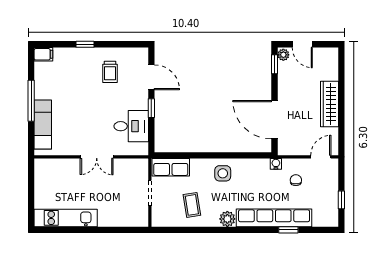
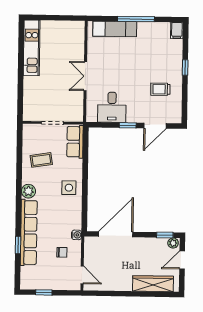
wardrobe: (330, 104) -> (153, 284), moved

